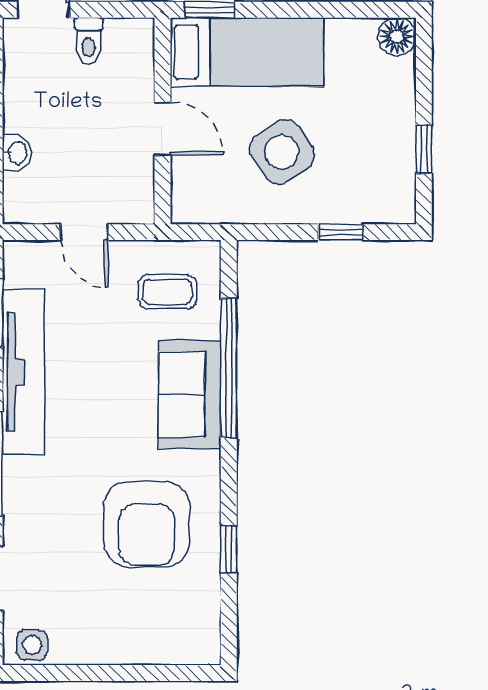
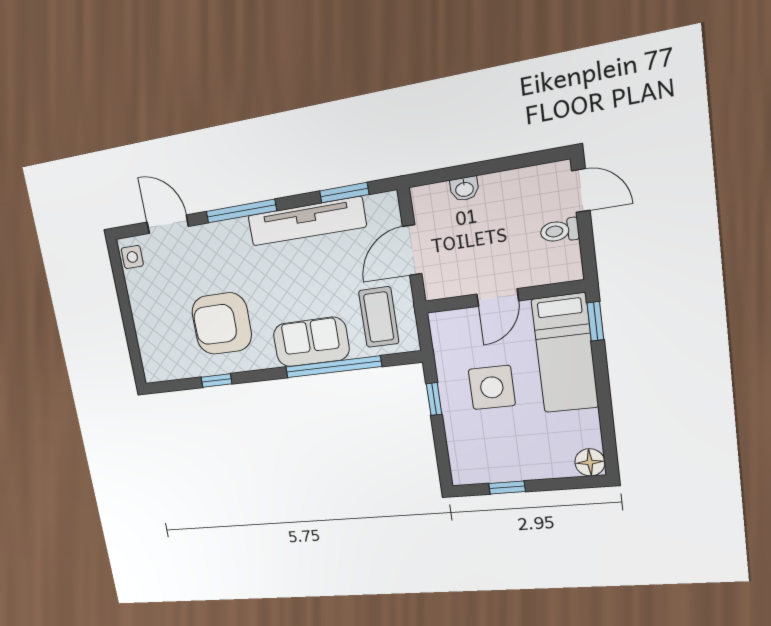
side table: (282, 152) -> (492, 387), turned 34
door: (84, 232) -> (412, 250), width x1.37
window: (341, 232) -> (434, 399), moved
coffee table: (167, 292) -> (379, 317), width x1.36, depth x1.30

